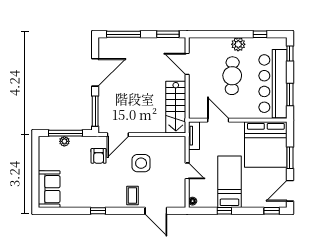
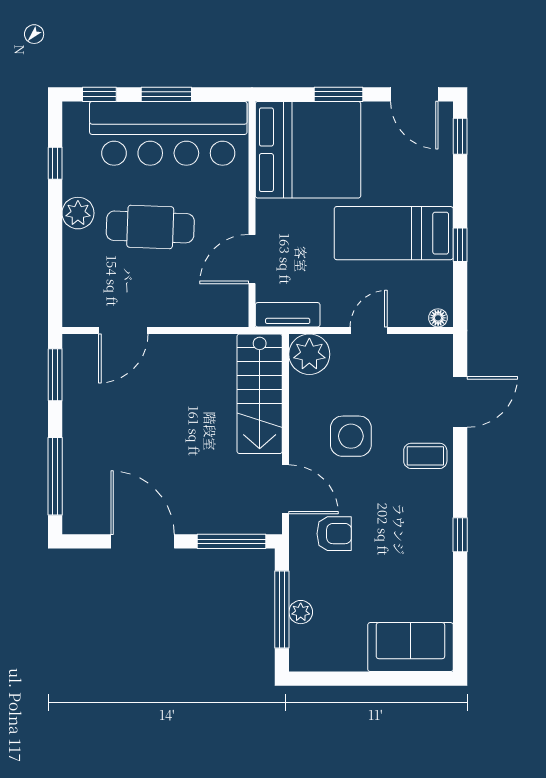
window: (290, 94) -> (166, 94), moved
stairs: (176, 107) -> (260, 394), moved, turned 90
plant: (177, 145) -> (309, 354), added

